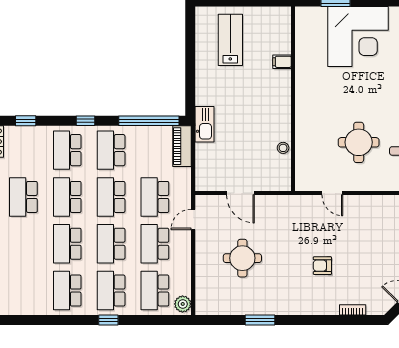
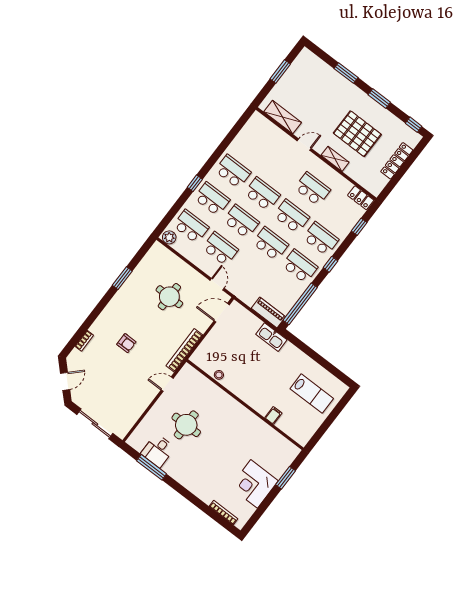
corner desk: (358, 36) -> (254, 484), width x0.74, depth x0.74
door: (240, 193) -> (222, 313), moved
school desk: (155, 197) -> (250, 271), removed
bookcase: (285, 202) -> (184, 350), added
armchair: (322, 266) -> (126, 343), turned 90

